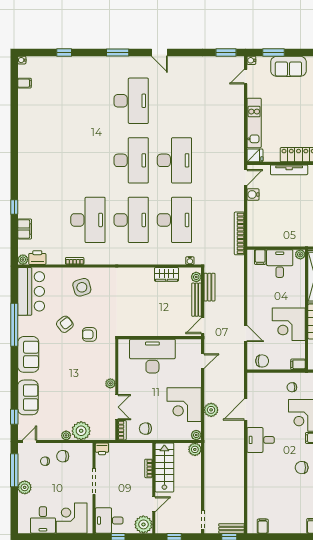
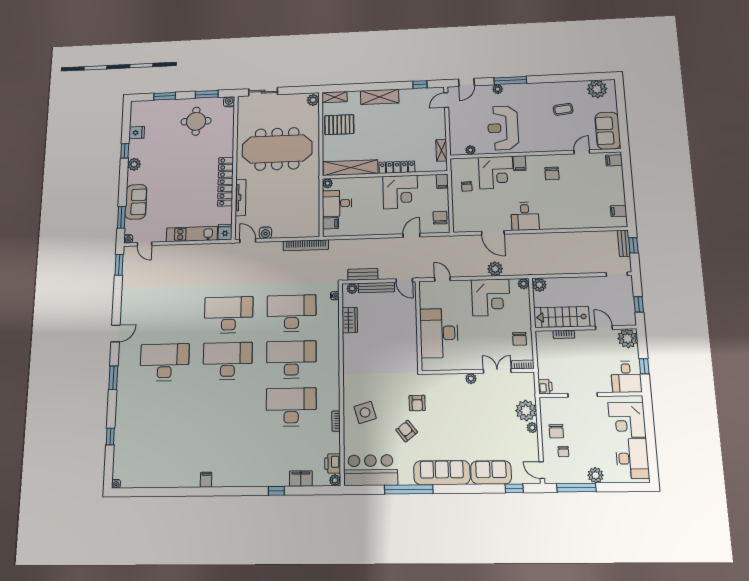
filing cabinet: (25, 83) -> (206, 480), moved
sofa: (28, 354) -> (442, 473), width x1.36
desk: (43, 520) -> (632, 458), width x1.37

